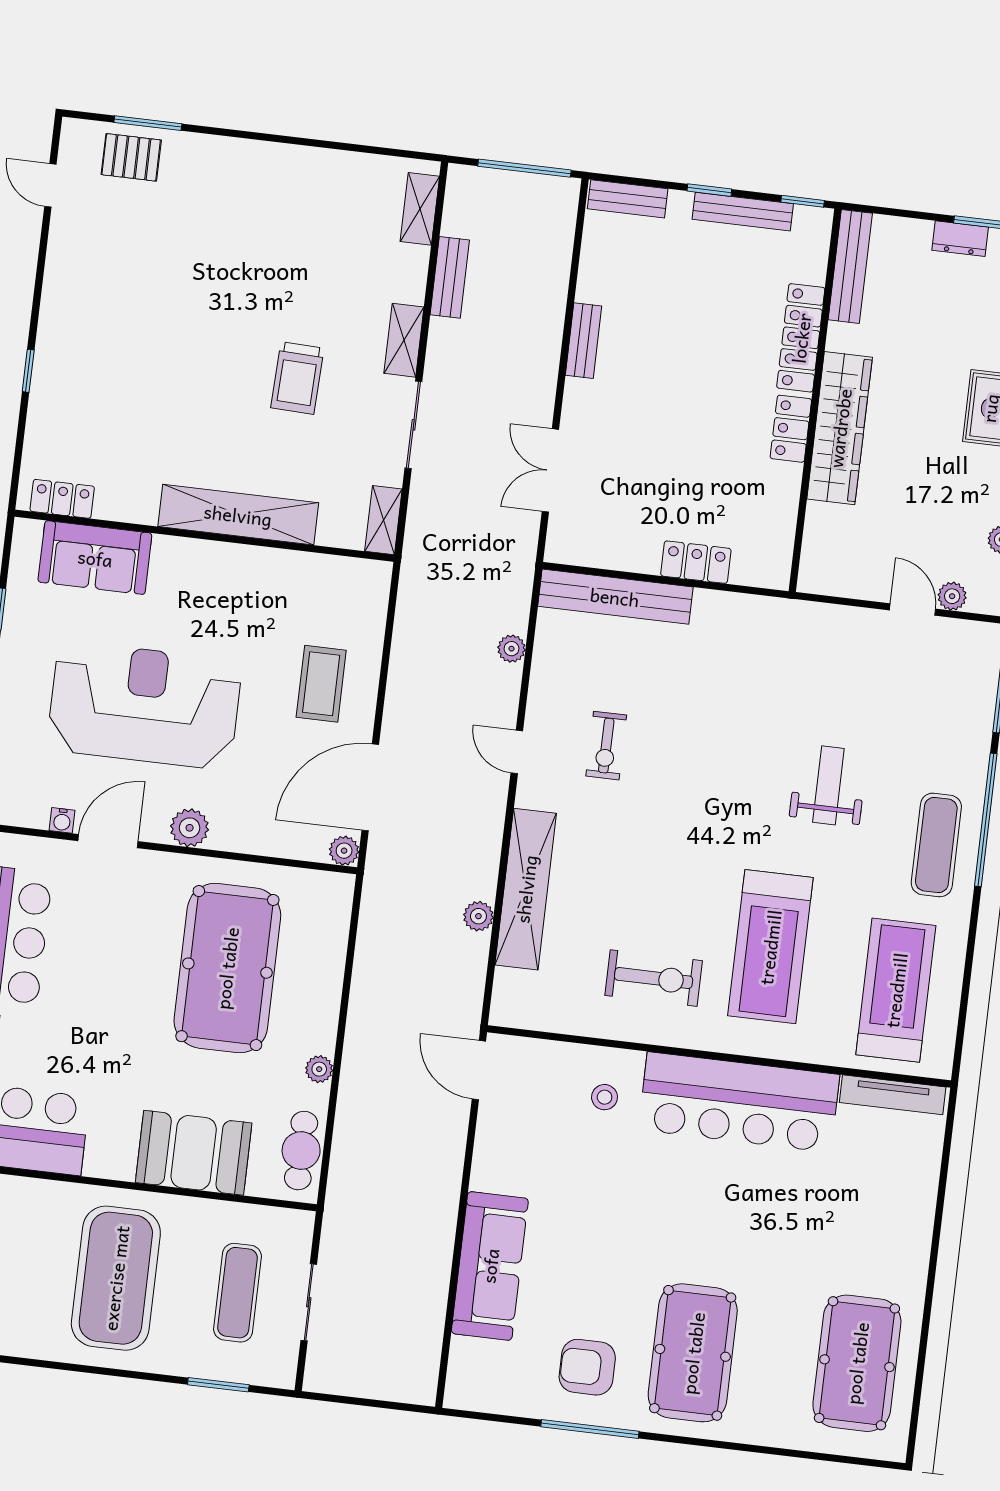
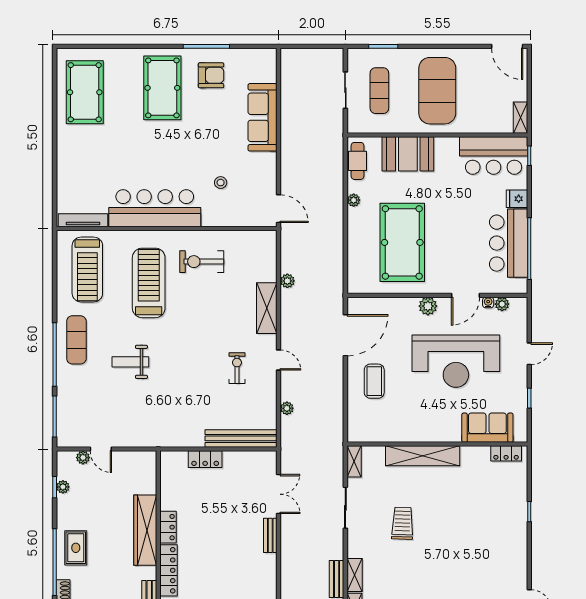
shelving: (404, 340) -> (355, 575), moved
bench: (583, 341) -> (270, 535), moved
weight bench: (828, 785) -> (130, 362), turned 90
plant: (344, 851) -> (502, 304), moved
shelving: (526, 889) -> (267, 308), width x0.68
stool: (605, 1097) -> (221, 183), moved

